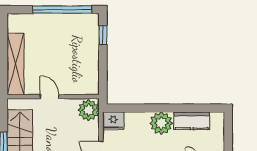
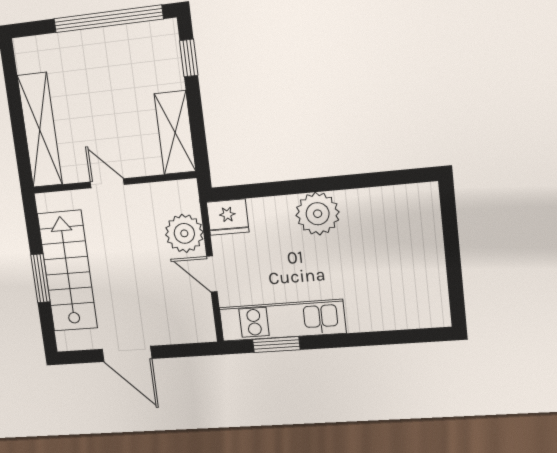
shelving: (90, 73) -> (175, 133), added
plant: (89, 110) -> (184, 233), moved
kitchen counter: (192, 121) -> (375, 204), removed

